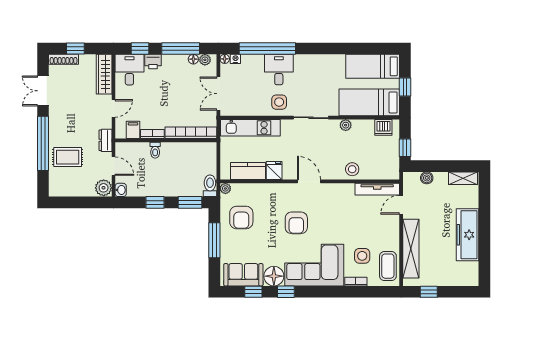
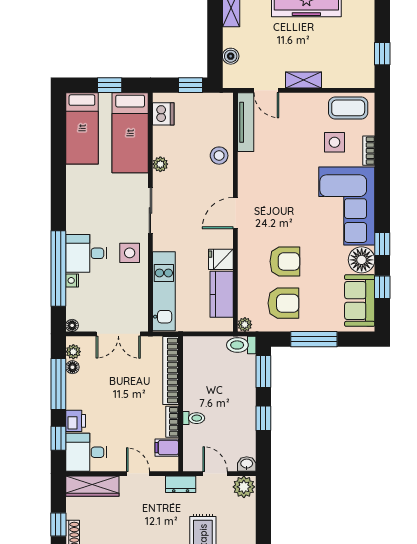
nightstand: (235, 59) -> (72, 280), moved
door: (113, 166) -> (215, 474), hinge flipped
armchair: (296, 223) -> (285, 261), moved
shelving: (411, 249) -> (304, 80), width x0.45, depth x0.75

